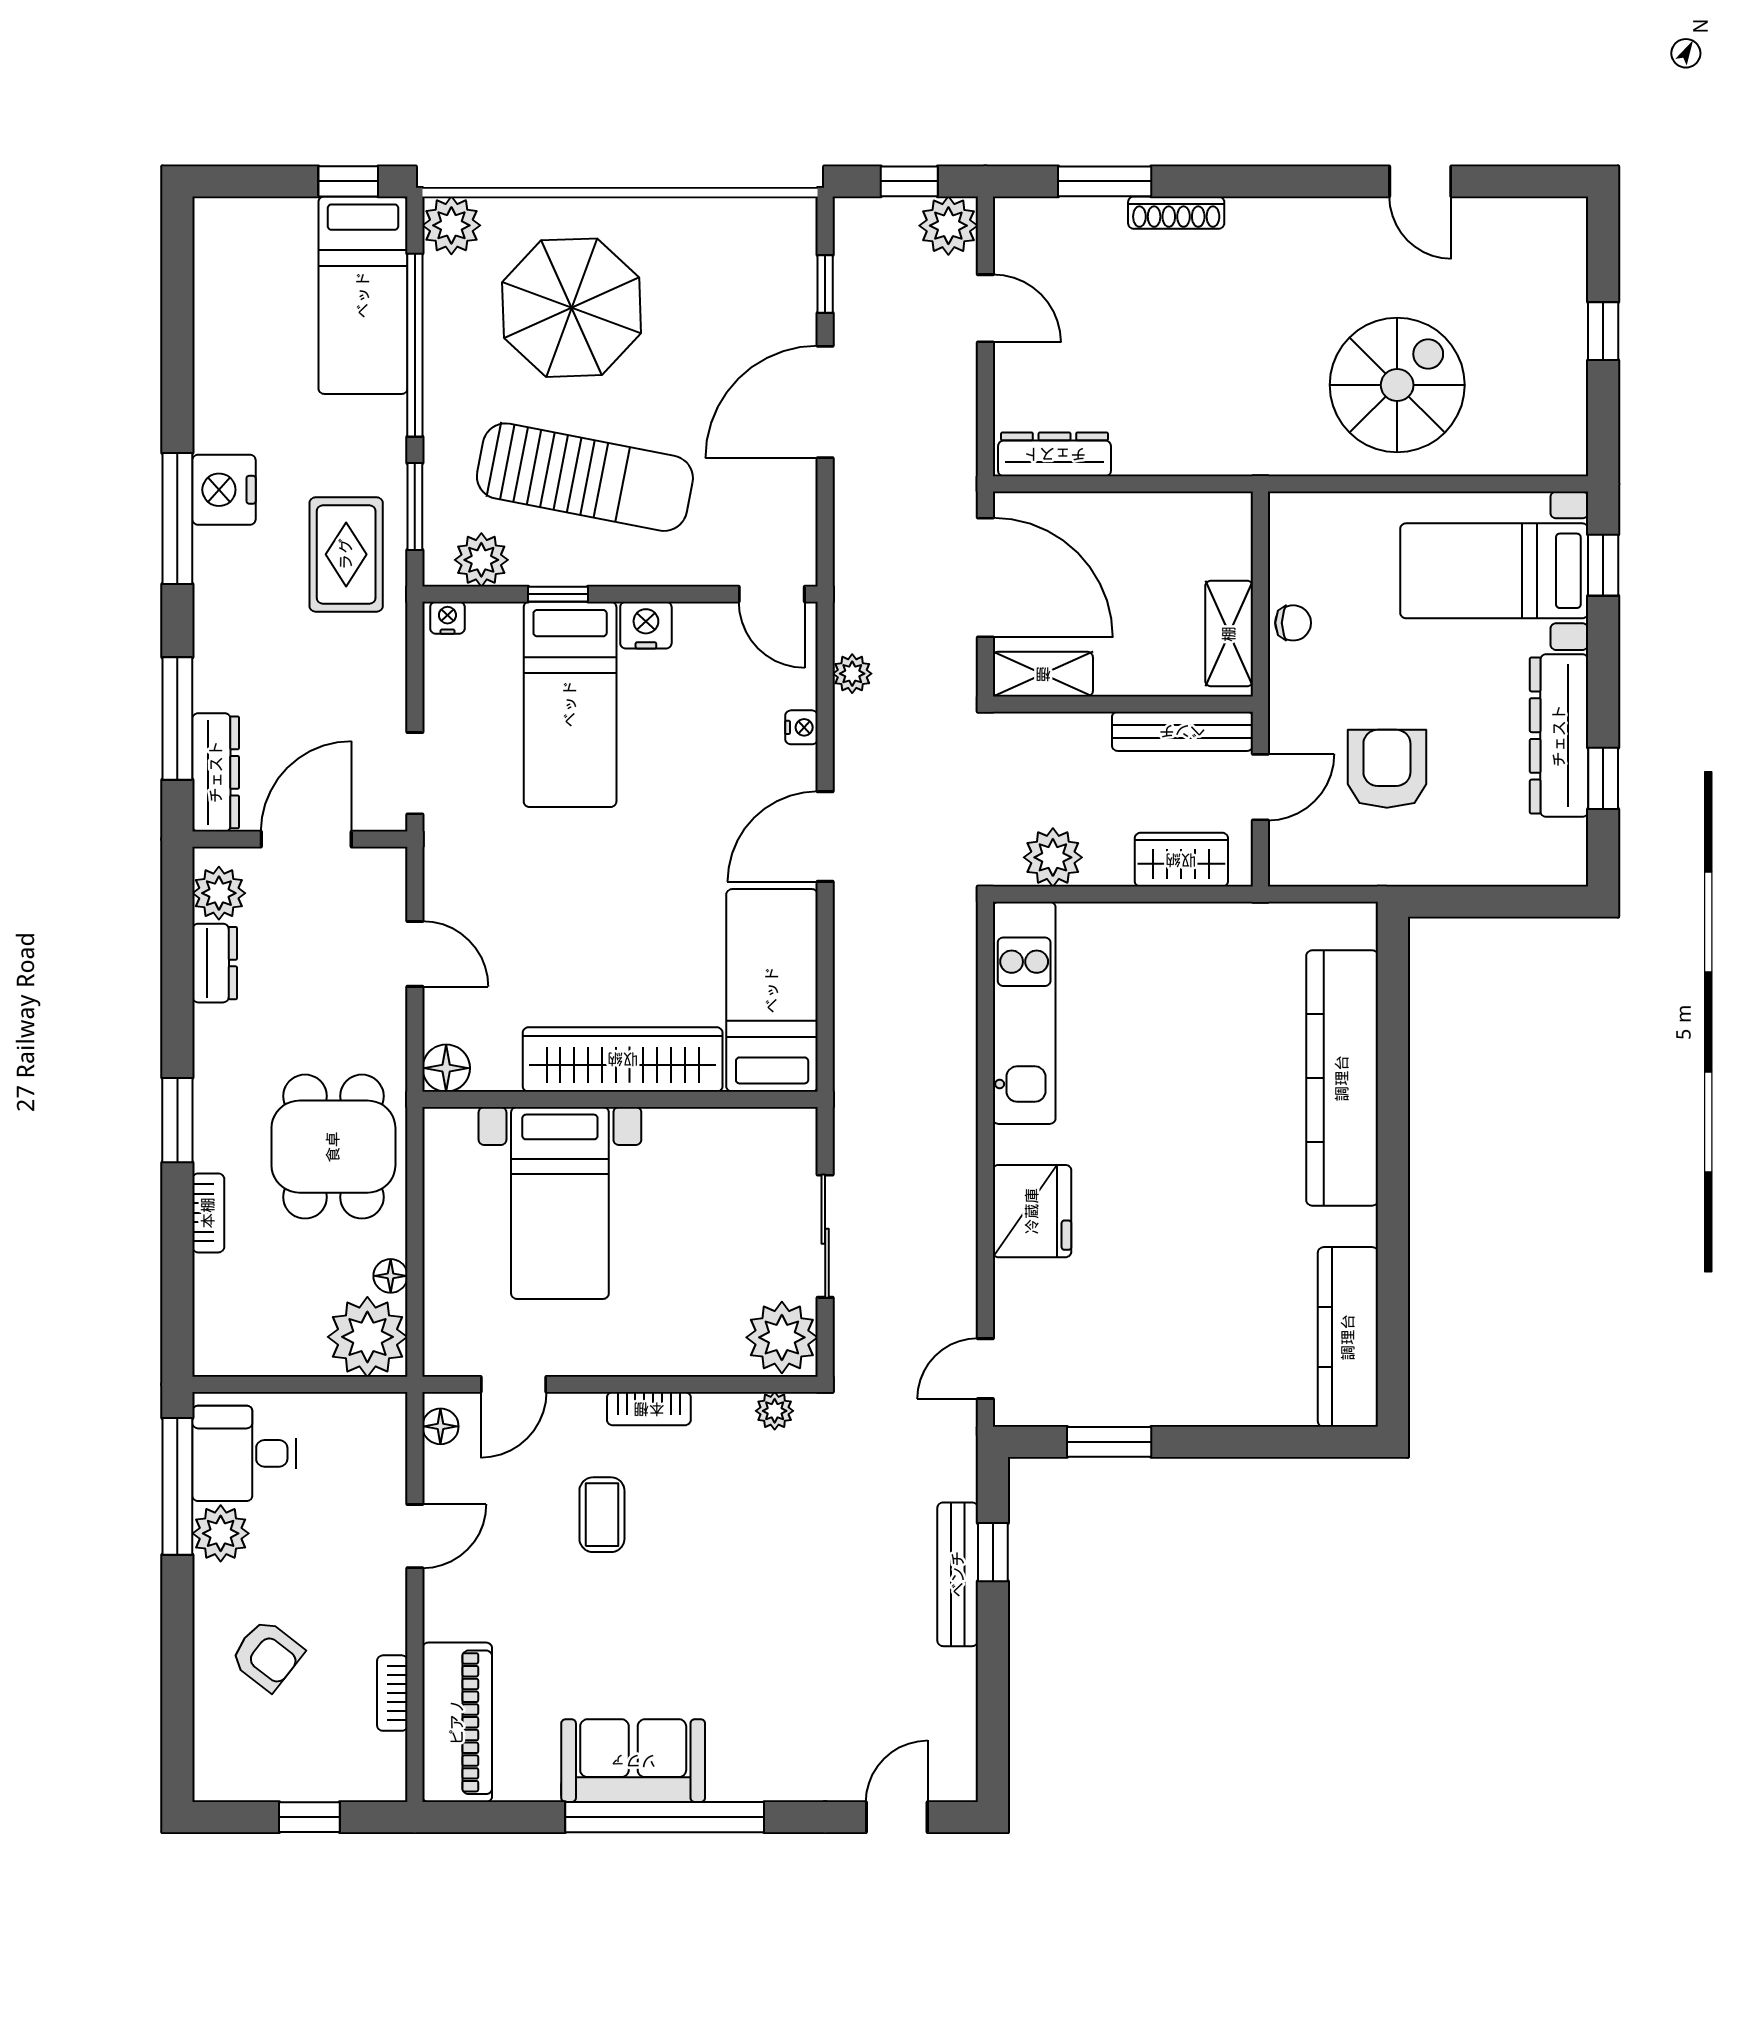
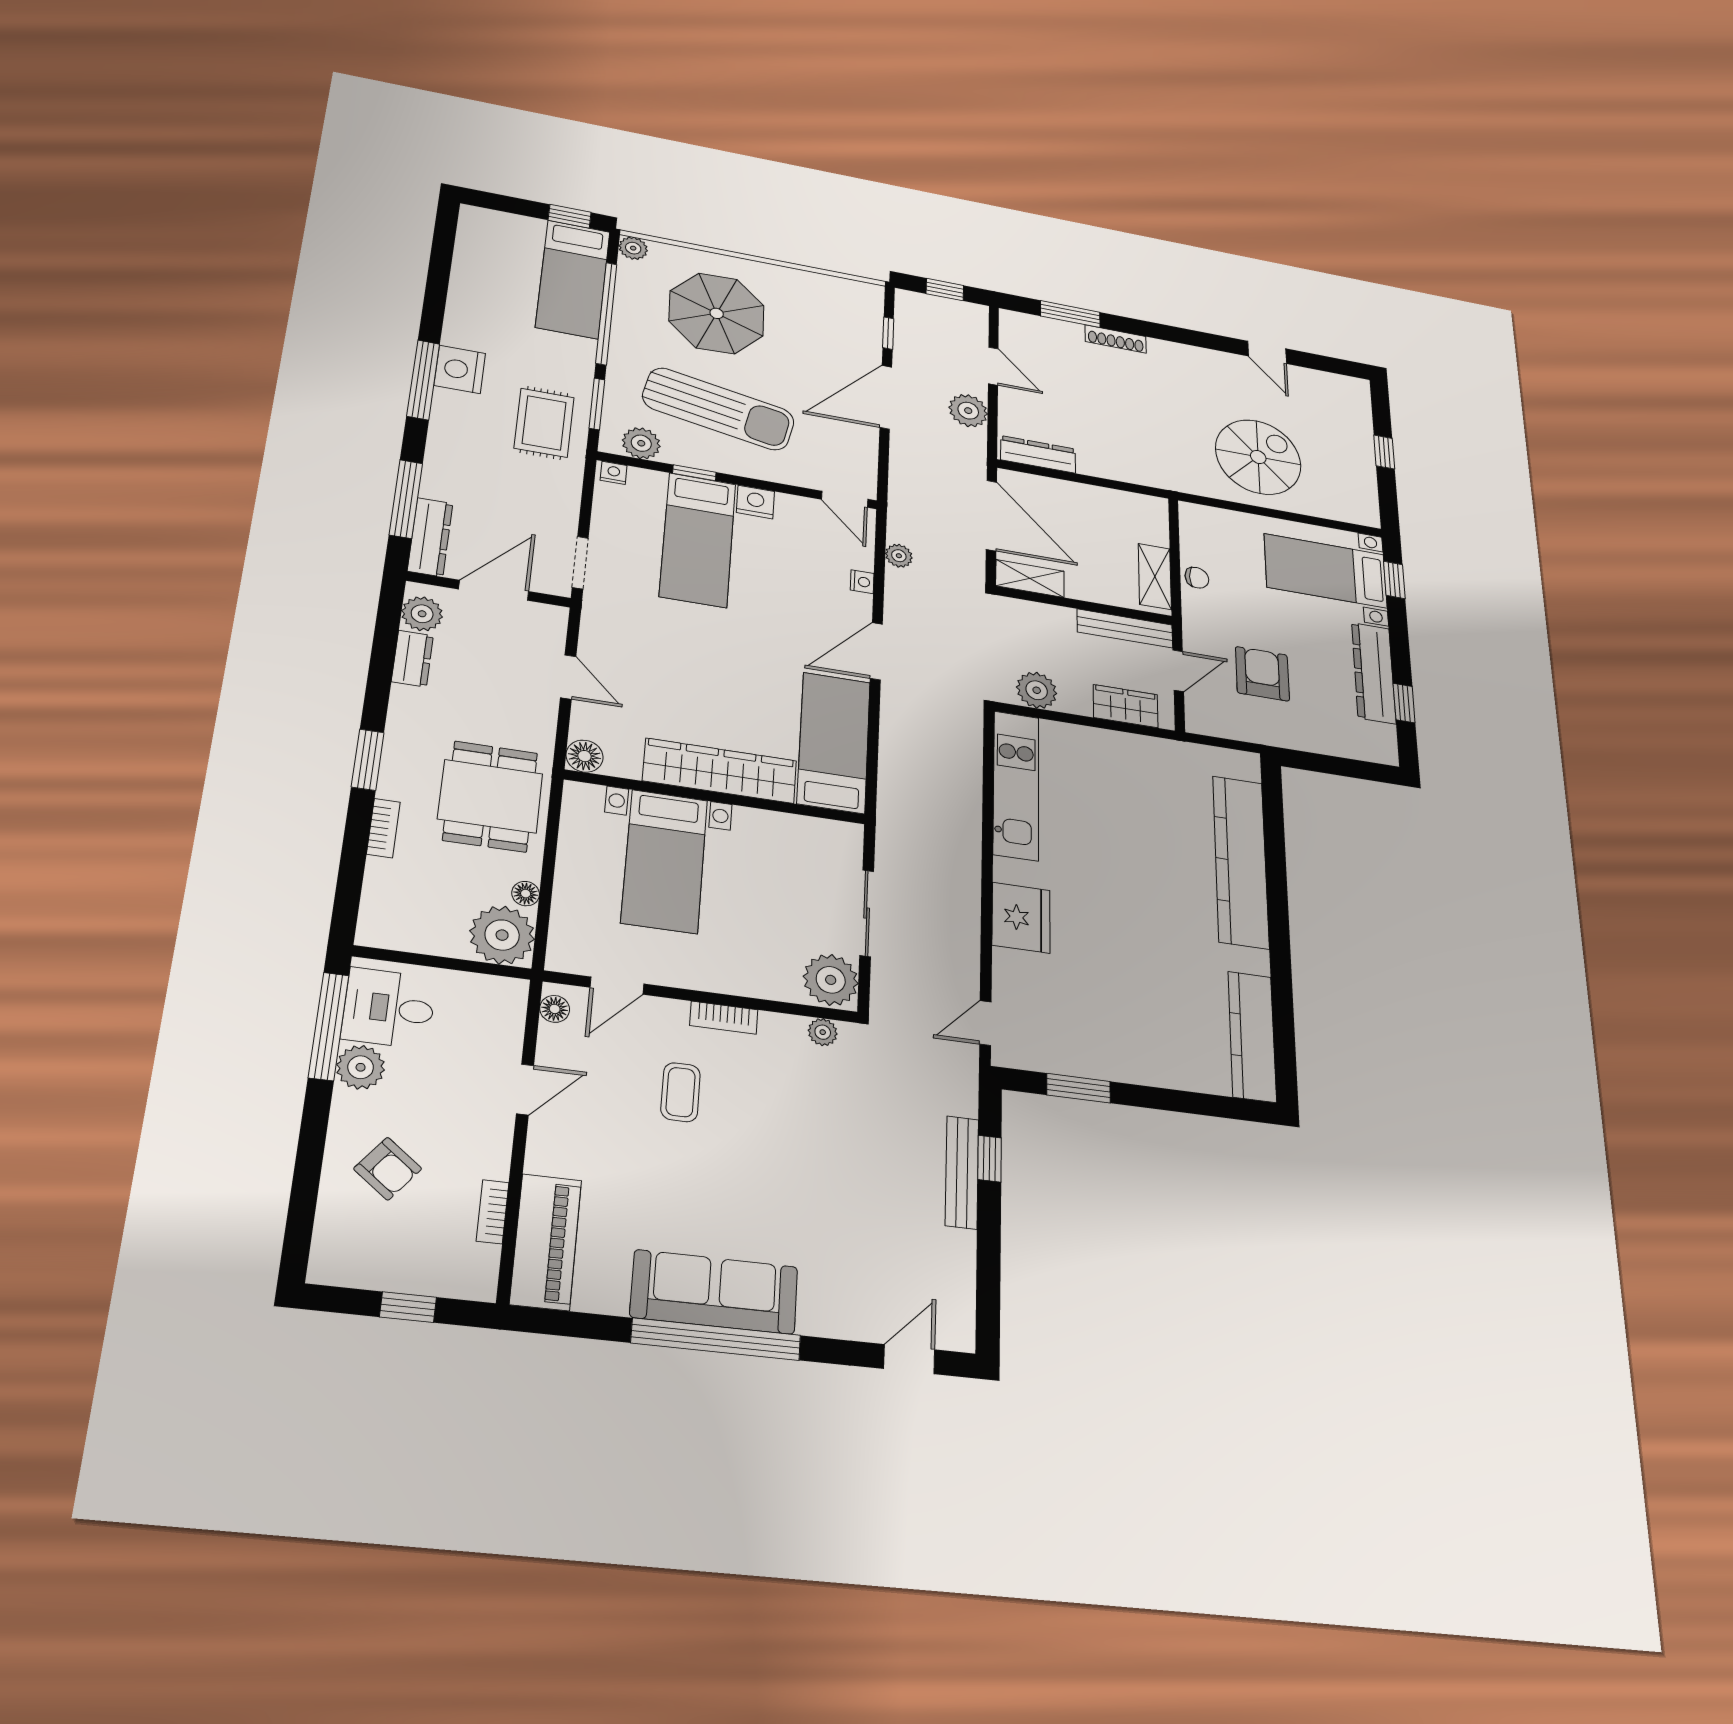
plant: (451, 225) -> (633, 248), width x0.73, depth x0.73
plant: (948, 226) -> (968, 411), moved
sofa: (633, 1761) -> (714, 1292), width x1.36

